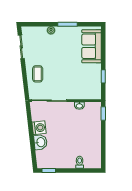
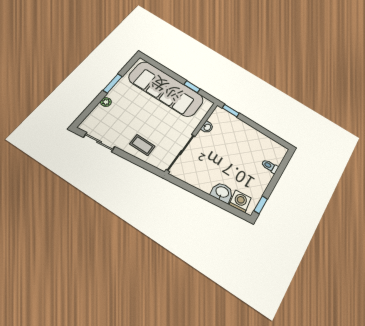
sofa: (92, 46) -> (166, 89), width x1.85, depth x1.27
washing machine: (39, 128) -> (240, 201), moved

